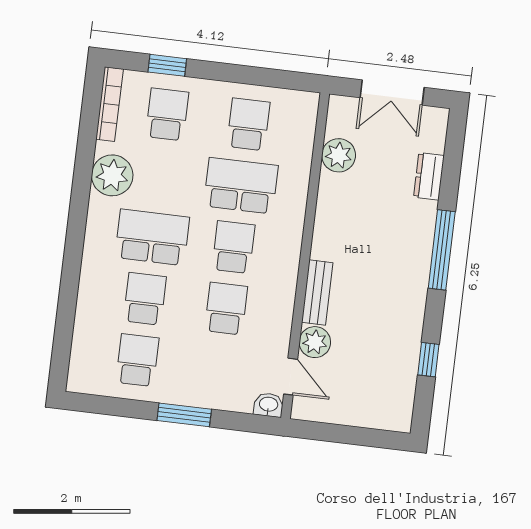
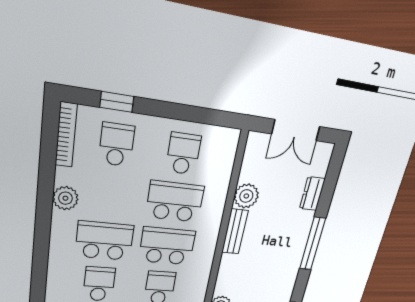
plant: (339, 155) -> (246, 196), moved
plant: (112, 175) -> (65, 198), width x0.73, depth x0.73
school desk: (233, 247) -> (167, 246), width x1.85
bench: (317, 292) -> (235, 232), moved

